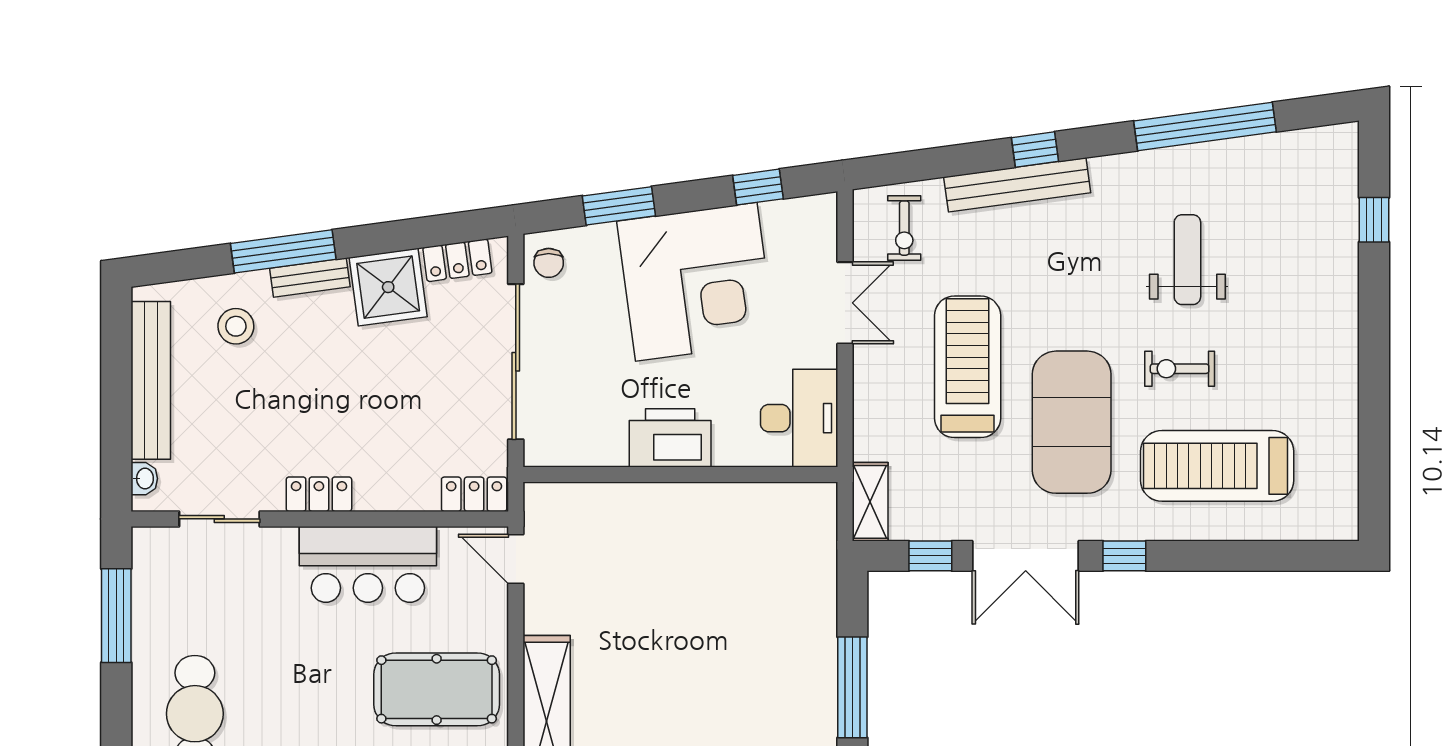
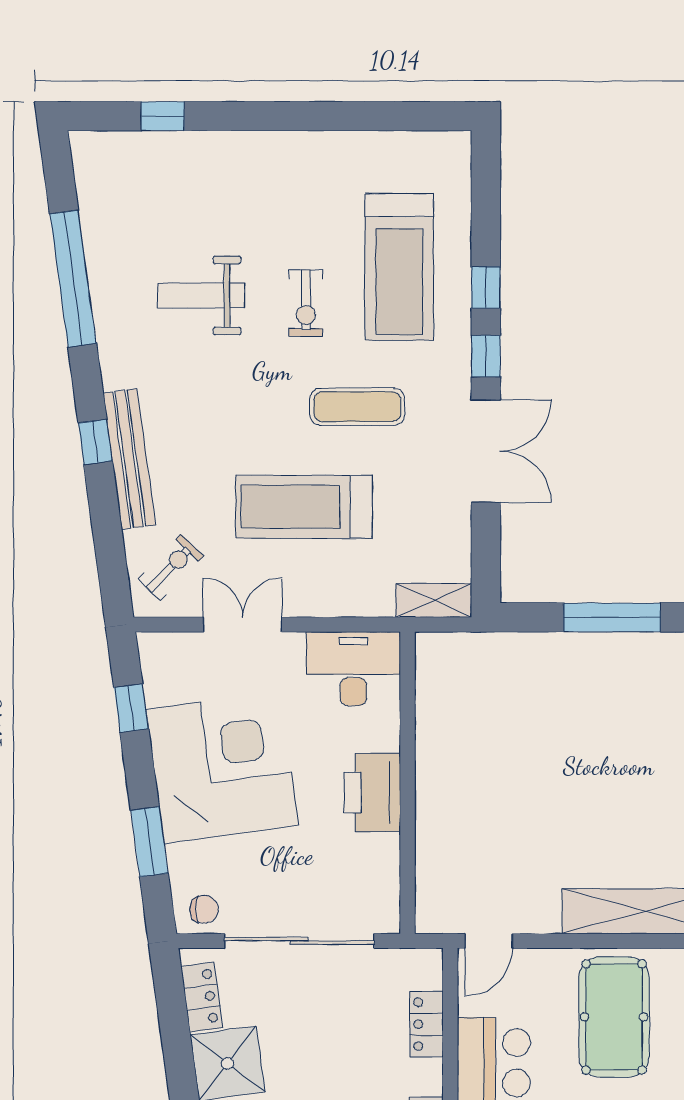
exercise bike: (904, 228) -> (171, 568), turned -46
exercise mat: (1072, 422) -> (357, 407), width x0.50, depth x0.69
locker: (474, 494) -> (426, 1024), moved
window: (930, 556) -> (486, 287), moved

